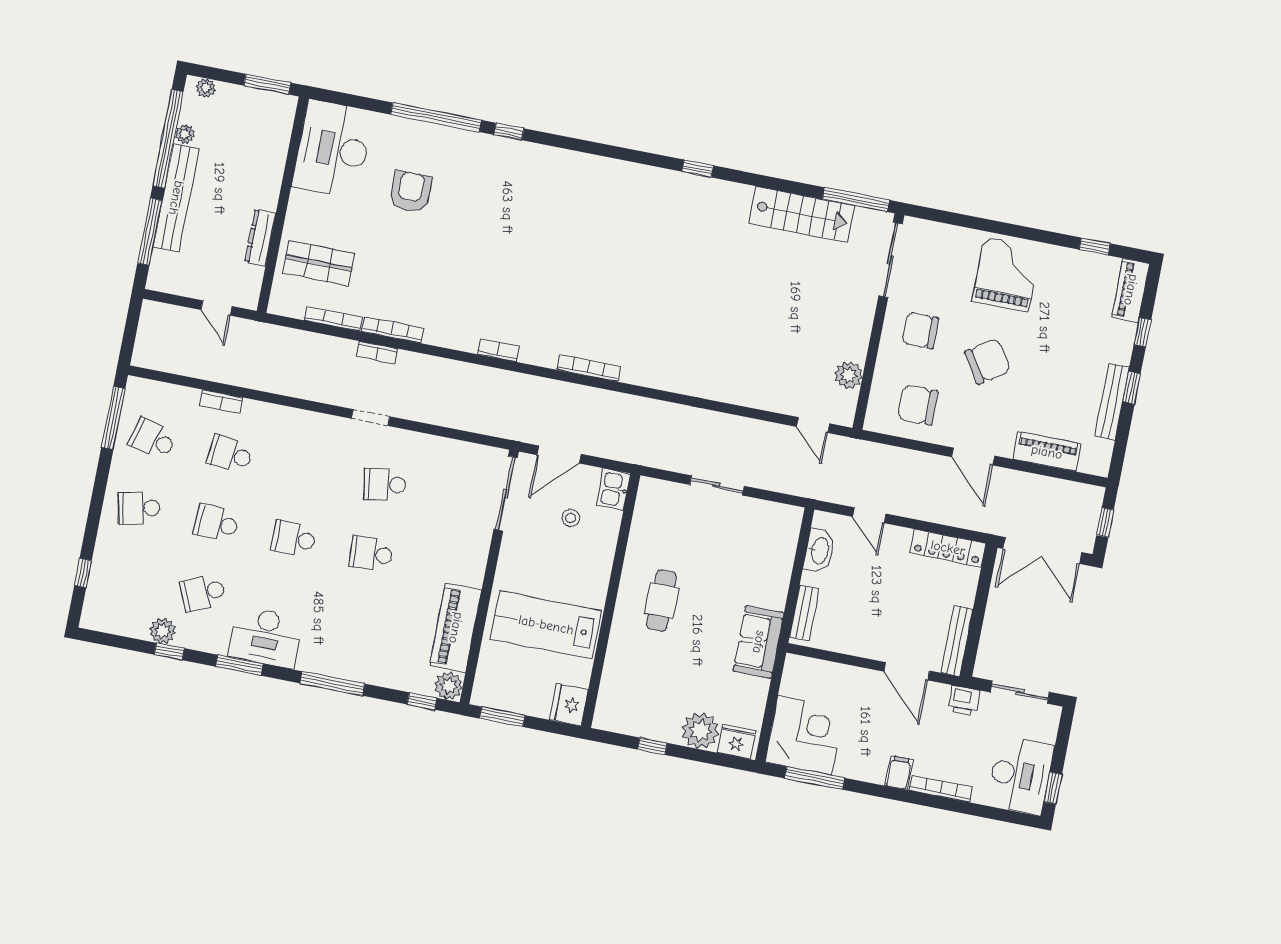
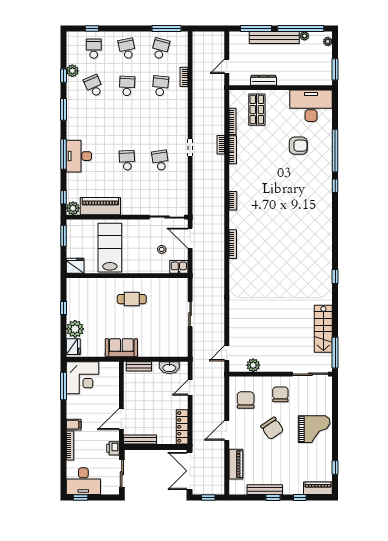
school desk: (294, 539) -> (94, 49), moved
desk: (265, 637) -> (79, 156), moved

